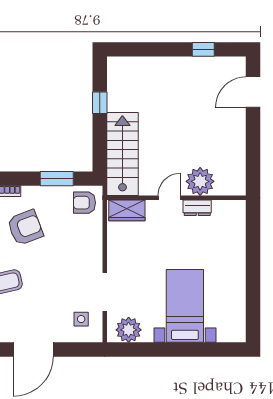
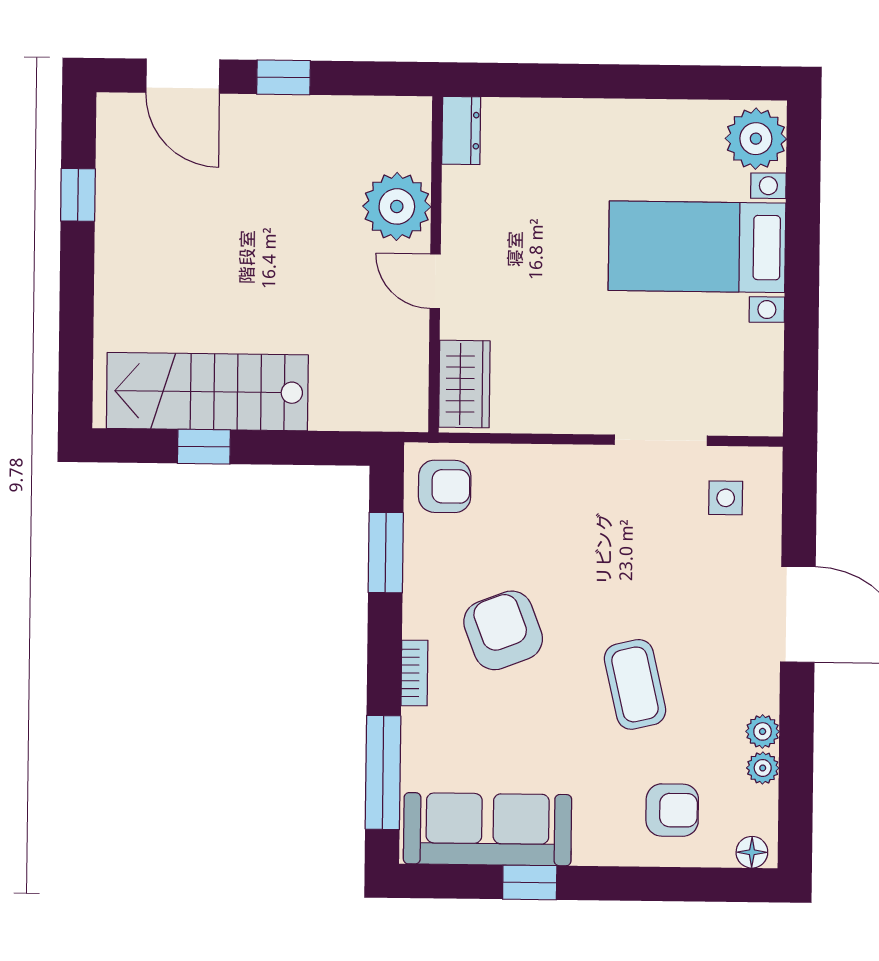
window: (253, 134) -> (284, 77), added
stairs: (122, 154) -> (207, 392), moved
armchair: (84, 203) -> (445, 486), turned -90
dresser: (197, 208) -> (461, 131), moved
plant: (129, 330) -> (756, 139), moved

